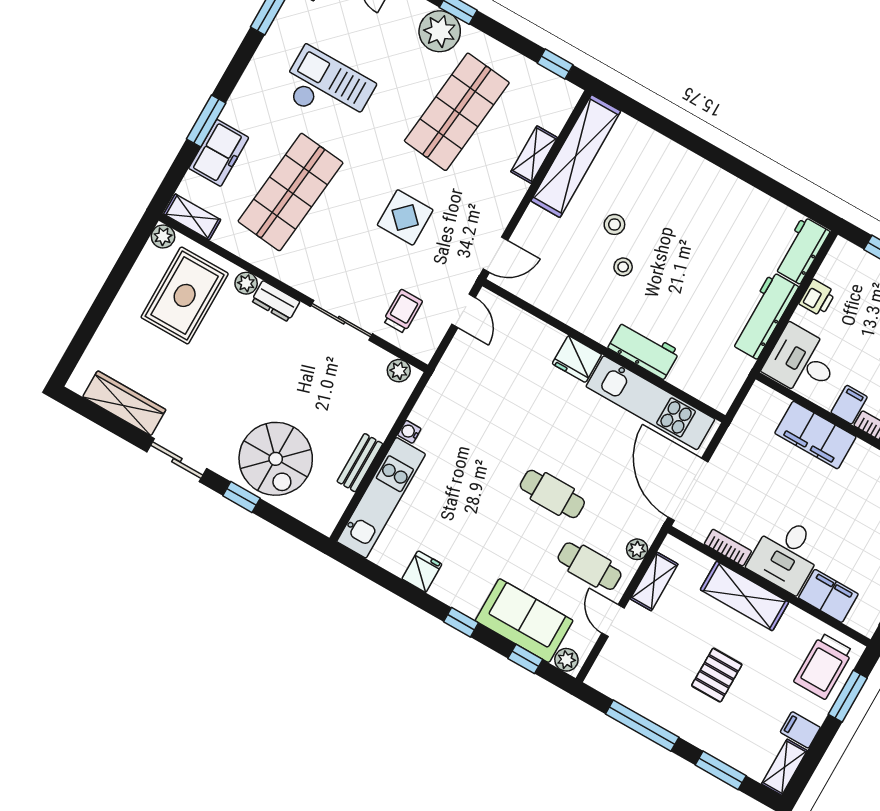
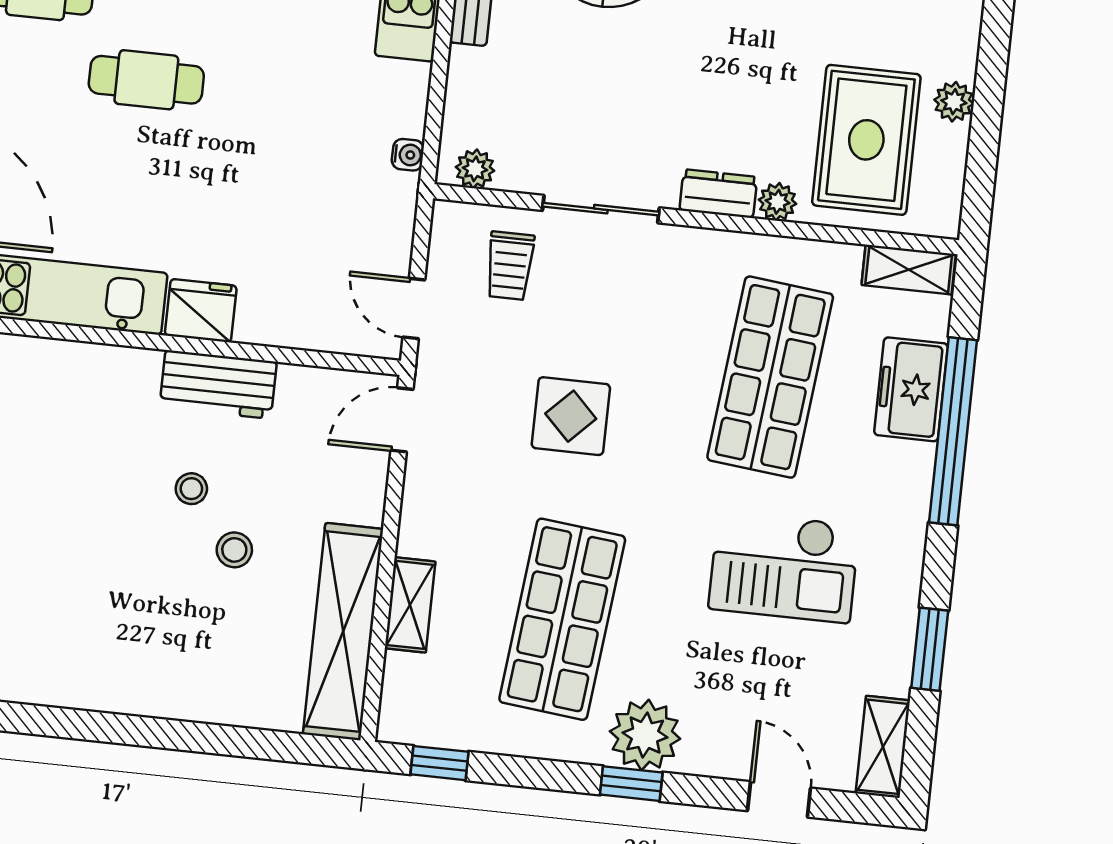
window: (206, 121) -> (953, 431), width x2.11
plant: (163, 236) -> (954, 102), moved
workbench: (644, 350) -> (218, 385), moved
water cooler: (409, 432) -> (408, 155), moved

